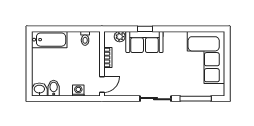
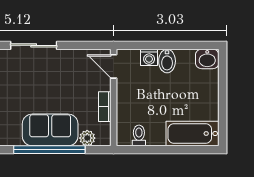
window: (145, 29) -> (49, 150), width x3.17
door: (102, 84) -> (114, 66), hinge flipped
bidet: (54, 88) -> (167, 61), moved

